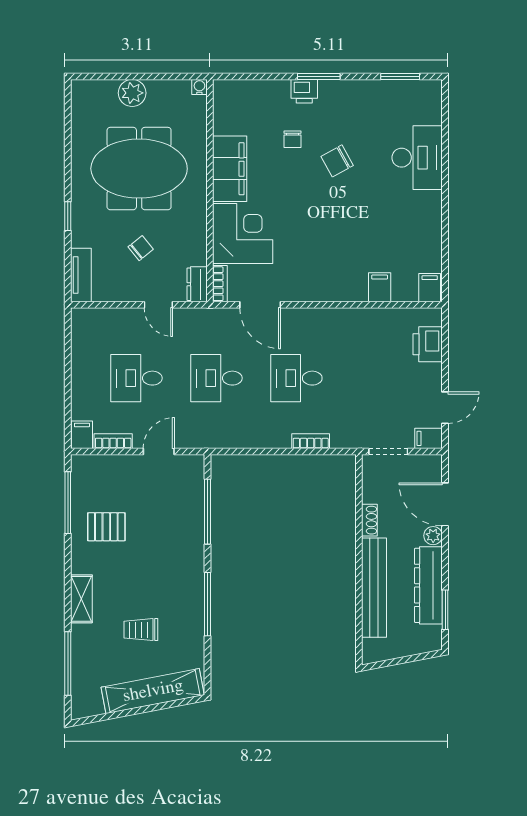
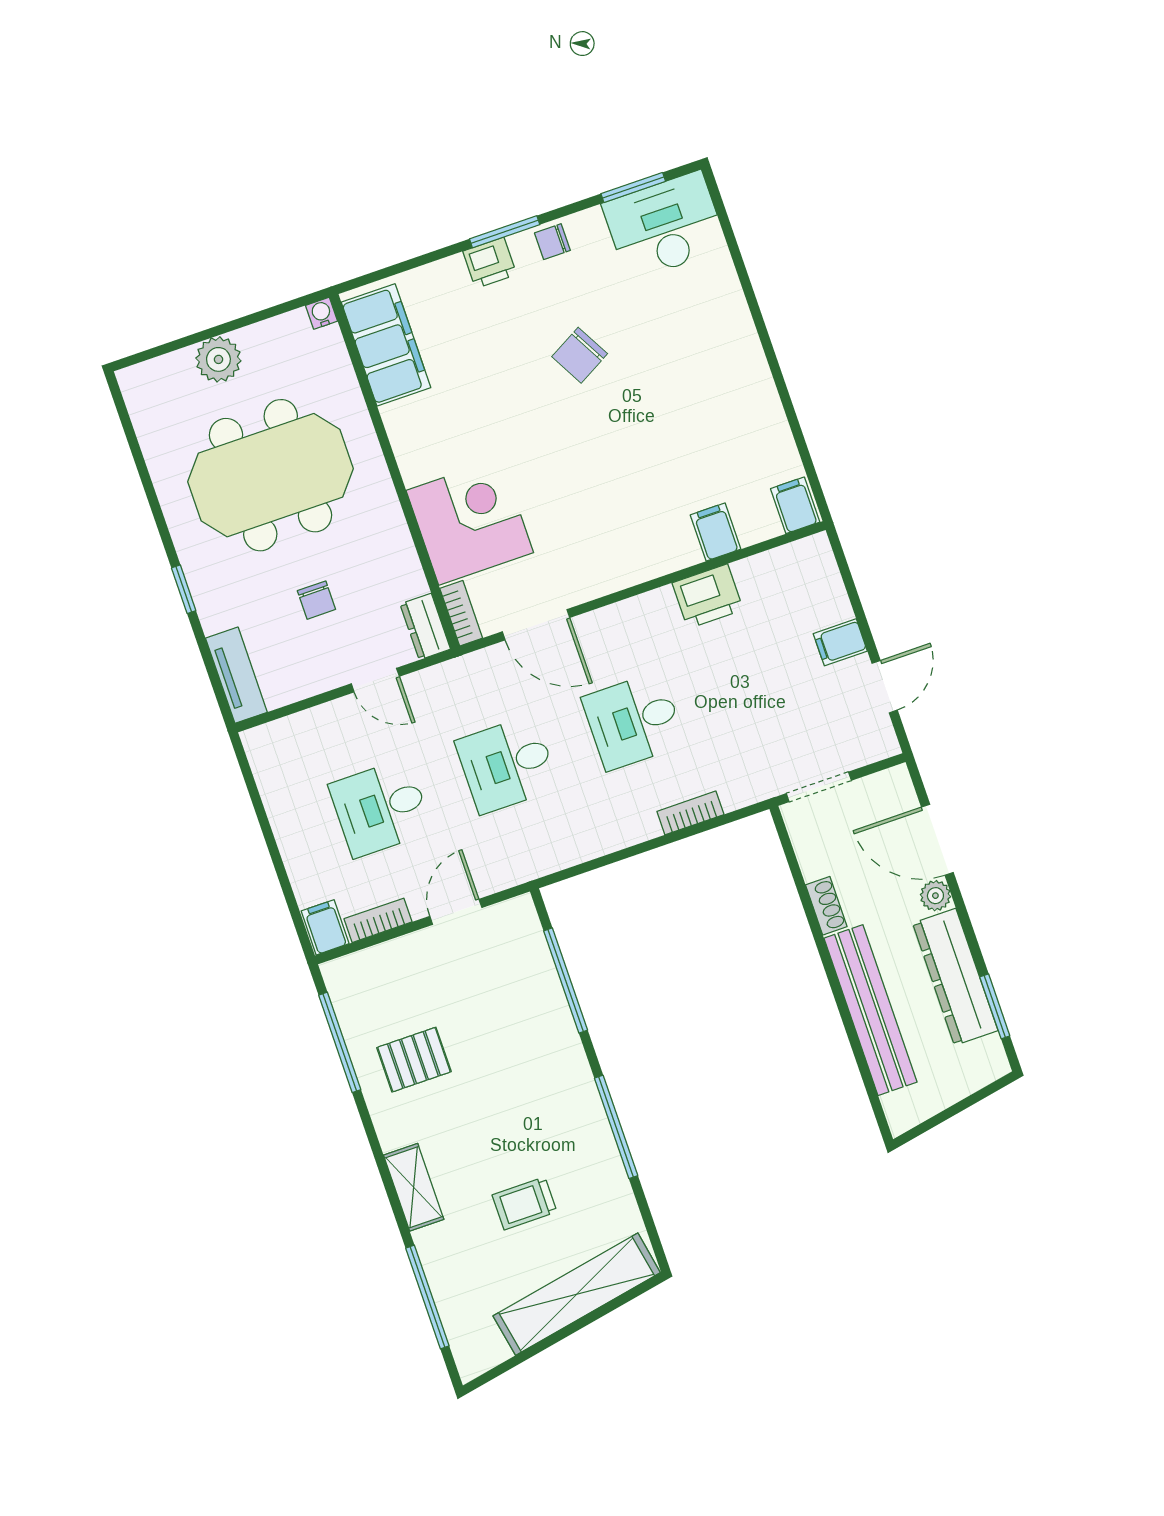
chair: (293, 139) -> (552, 242), moved, turned 90
desk: (417, 158) -> (665, 226), moved, turned -90
filing cabinet: (230, 169) -> (386, 345), moved
chair: (141, 248) -> (316, 600), turned 129
printer: (428, 344) -> (708, 596), moved, turned -90
filing cabinet: (429, 438) -> (840, 642), moved

